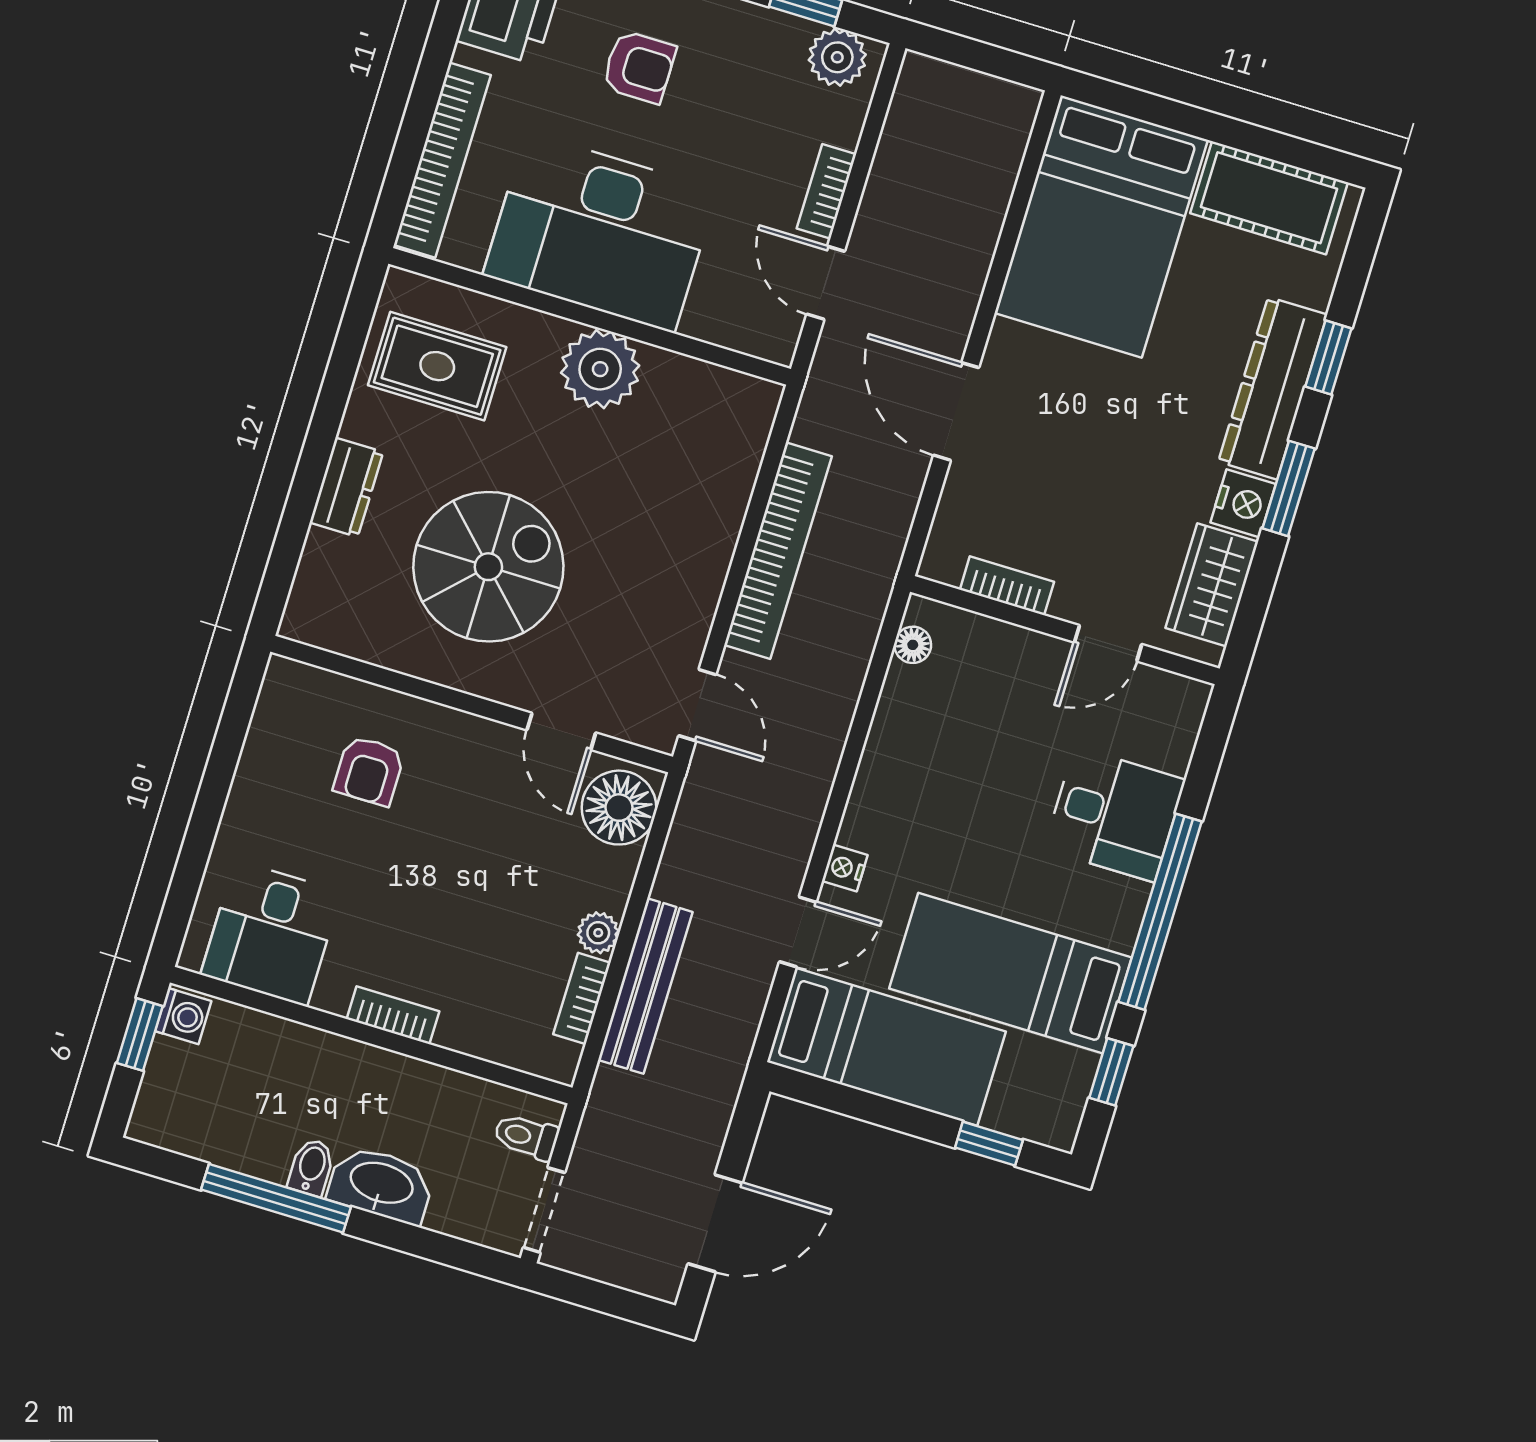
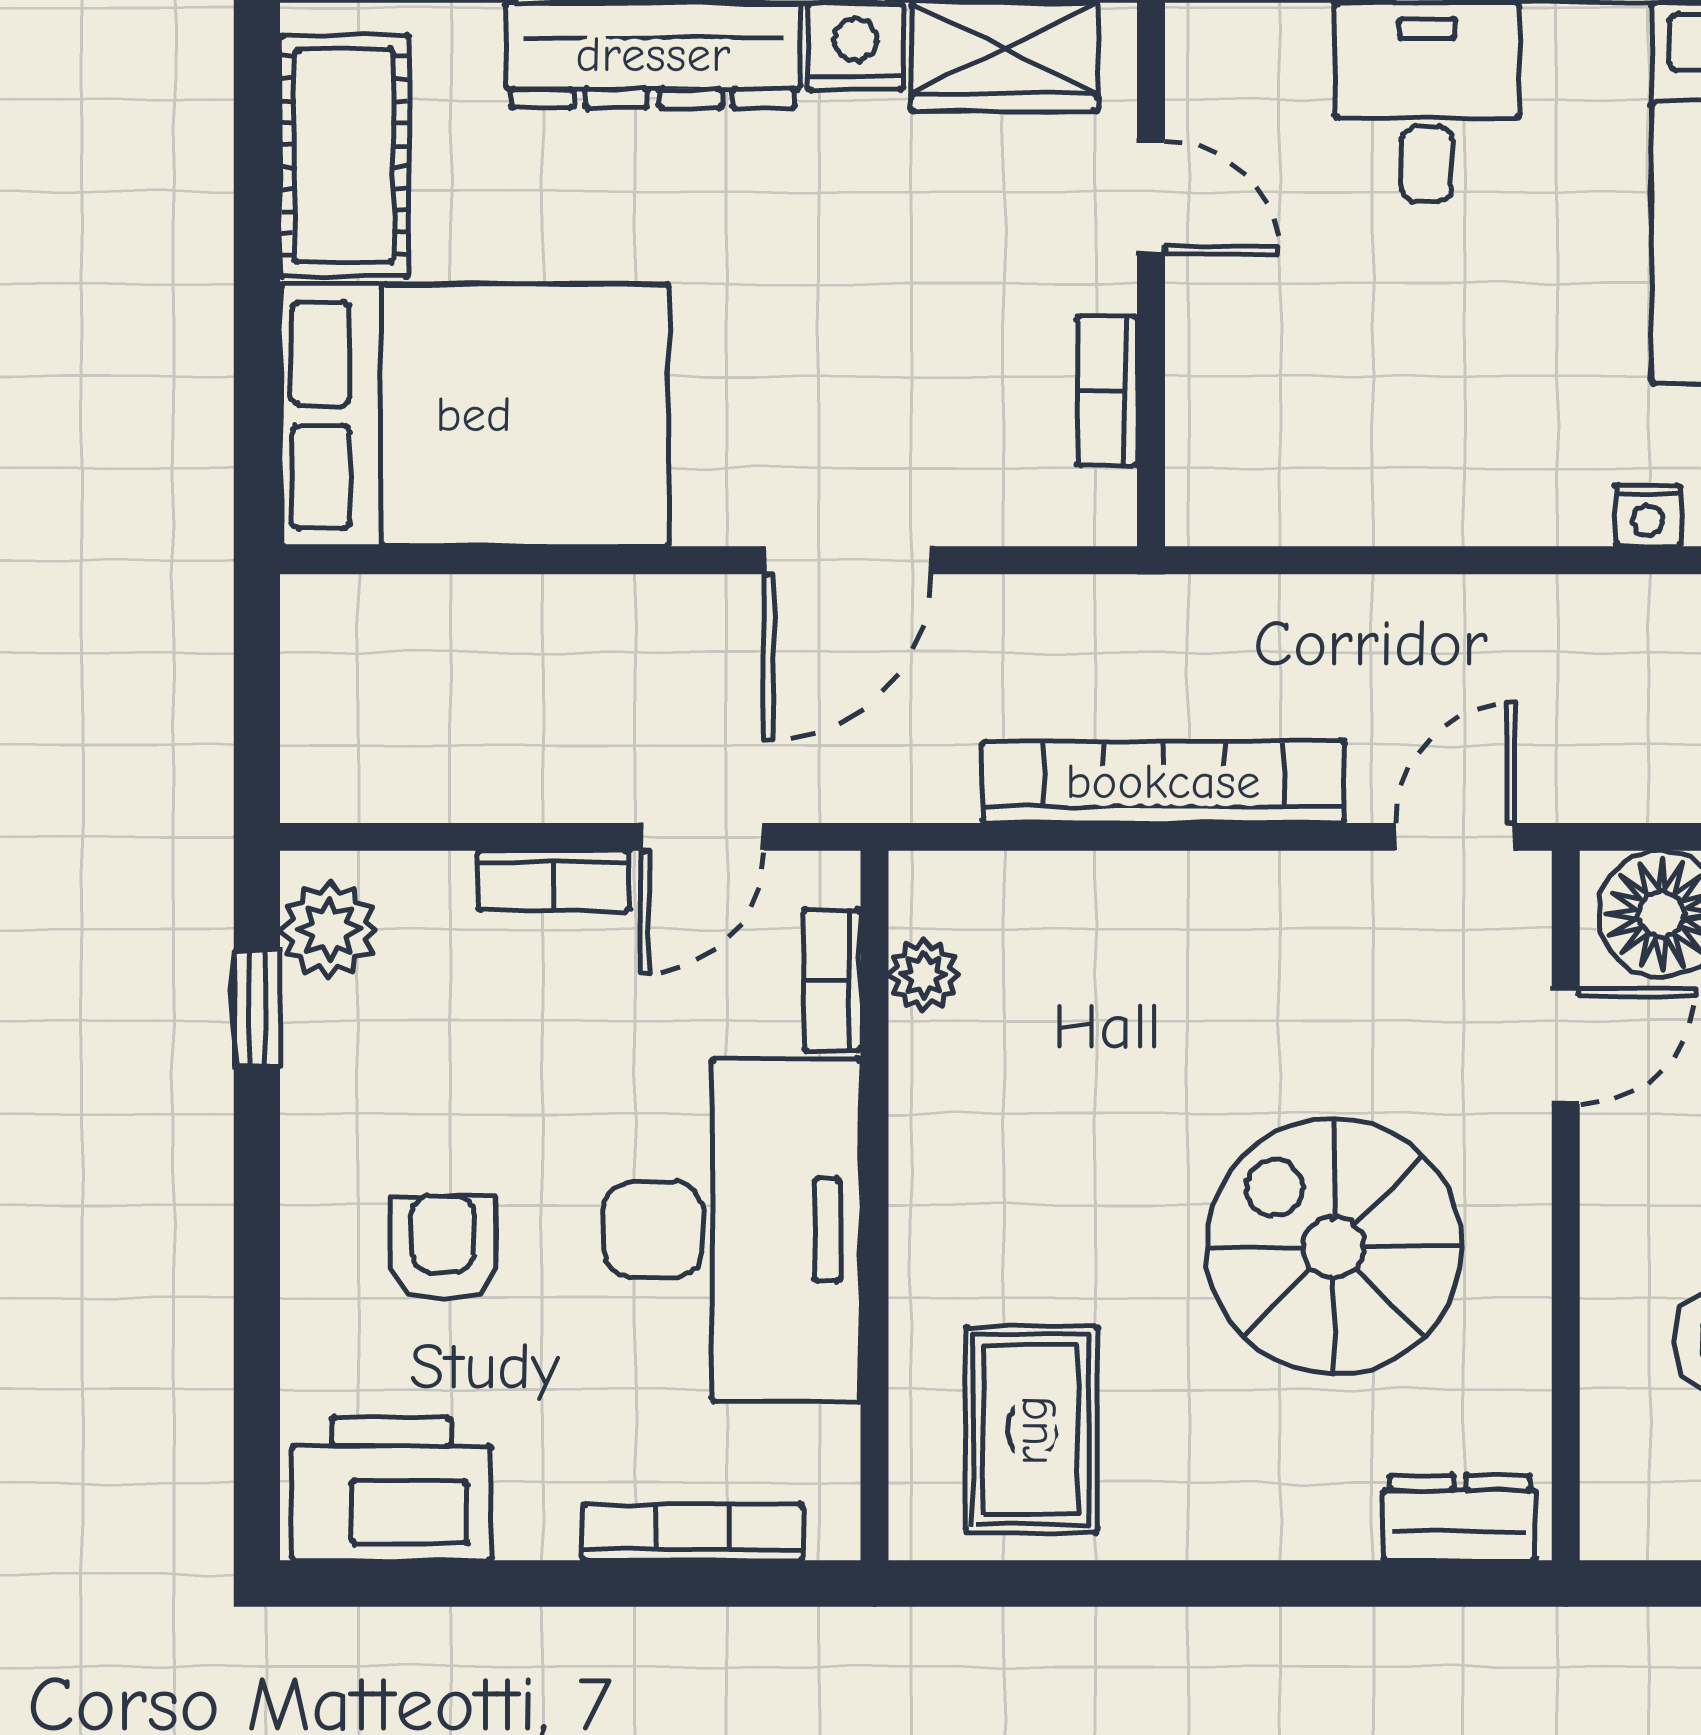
bookcase: (442, 160) -> (692, 1532), width x0.68, depth x0.76
bookcase: (723, 331) -> (832, 980), added
plant: (600, 369) -> (924, 975), moved, width x0.53, depth x0.53
dresser: (346, 487) -> (1460, 1518), moved
floor lamp: (913, 645) -> (1250, 515), removed

